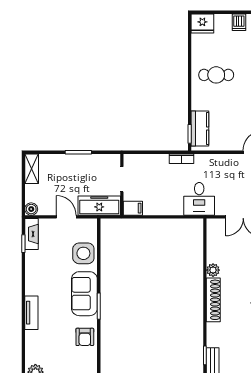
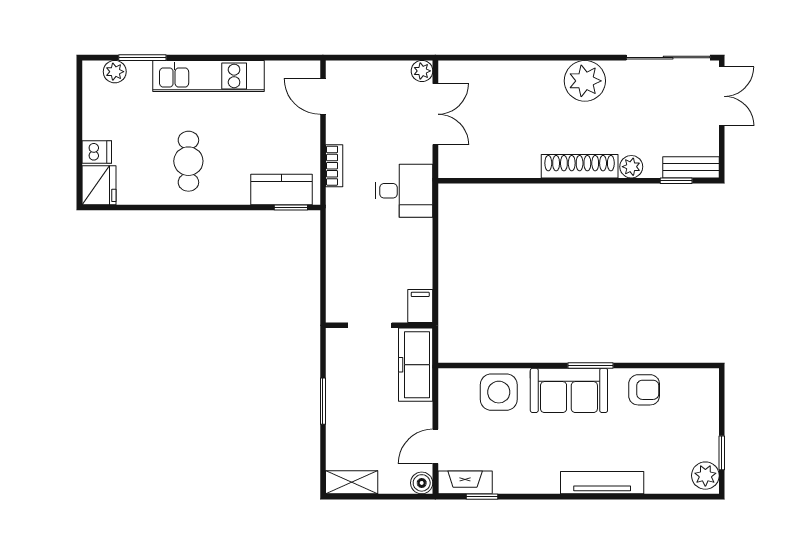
dishwasher: (239, 22) -> (97, 152), moved
bookcase: (182, 159) -> (334, 166), moved
door: (66, 217) -> (435, 446), moved
plant: (213, 270) -> (631, 167), moved
tv unit: (31, 313) -> (602, 483), width x1.41

